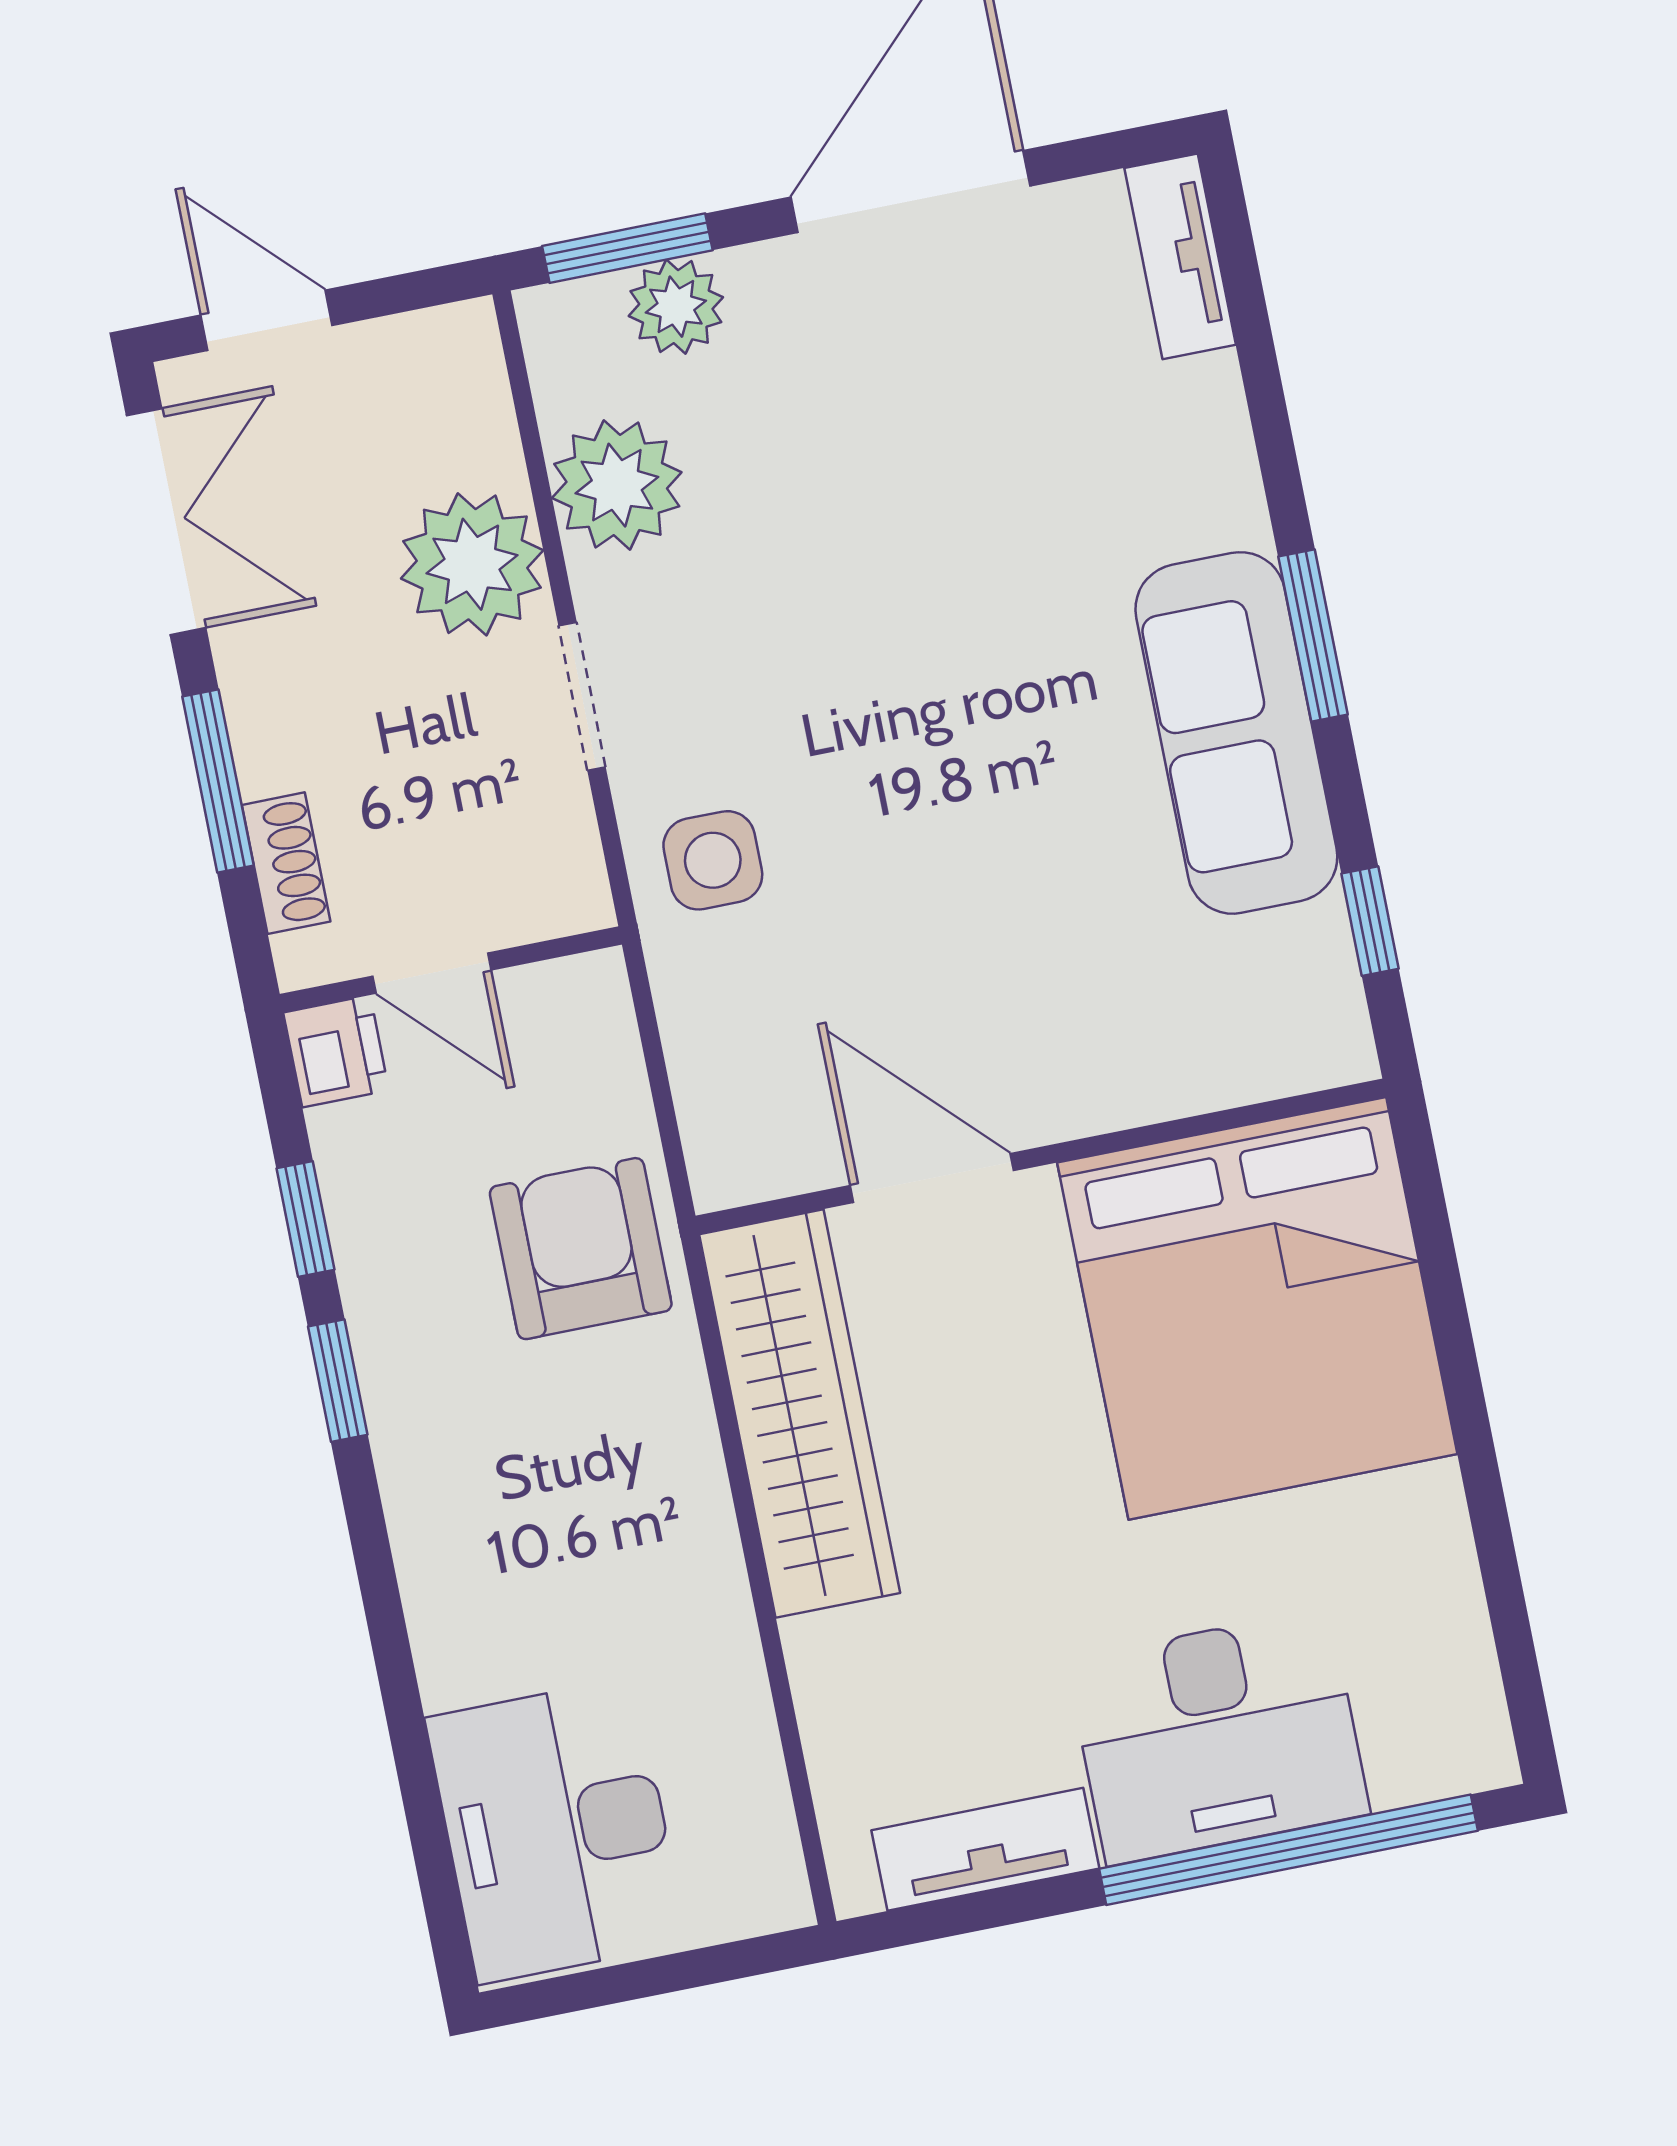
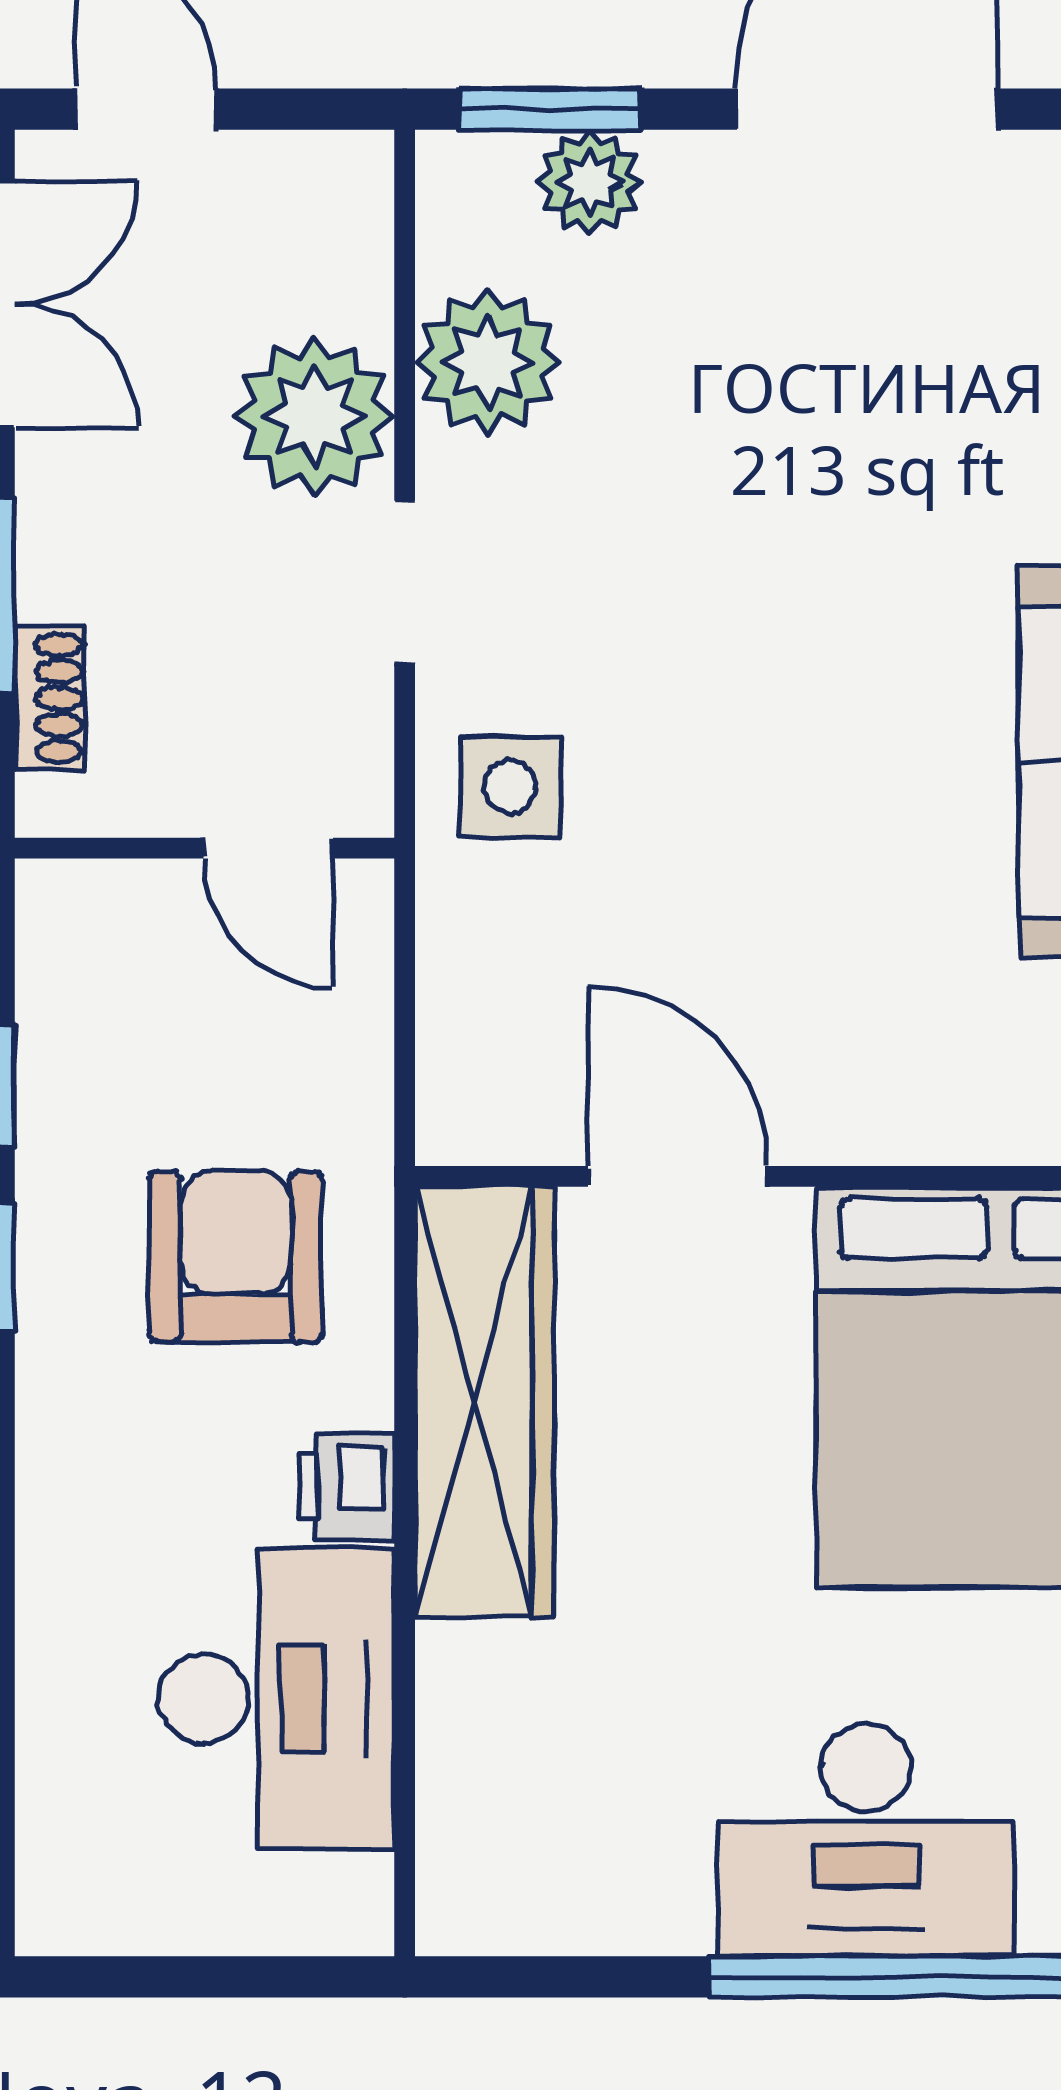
door: (432, 973) -> (268, 848), moved
printer: (336, 1051) -> (346, 1487), moved, turned 180
armchair: (581, 1249) -> (236, 1257), moved
desk: (556, 1831) -> (276, 1699), moved, turned 180
tv unit: (985, 1849) -> (591, 1911), removed

